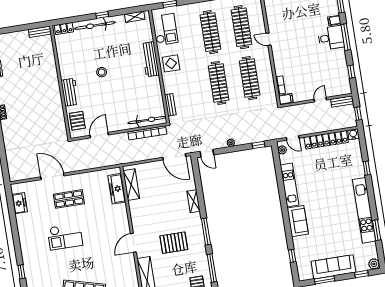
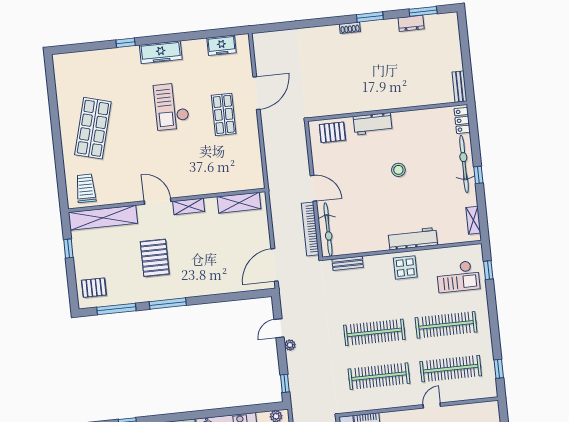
checkout: (166, 29) -> (458, 277), moved
door: (99, 135) -> (313, 188), moved
door: (207, 153) -> (279, 328), moved
freezer: (117, 189) -> (161, 52), moved, turned 180
shelving: (193, 201) -> (189, 206), moved

